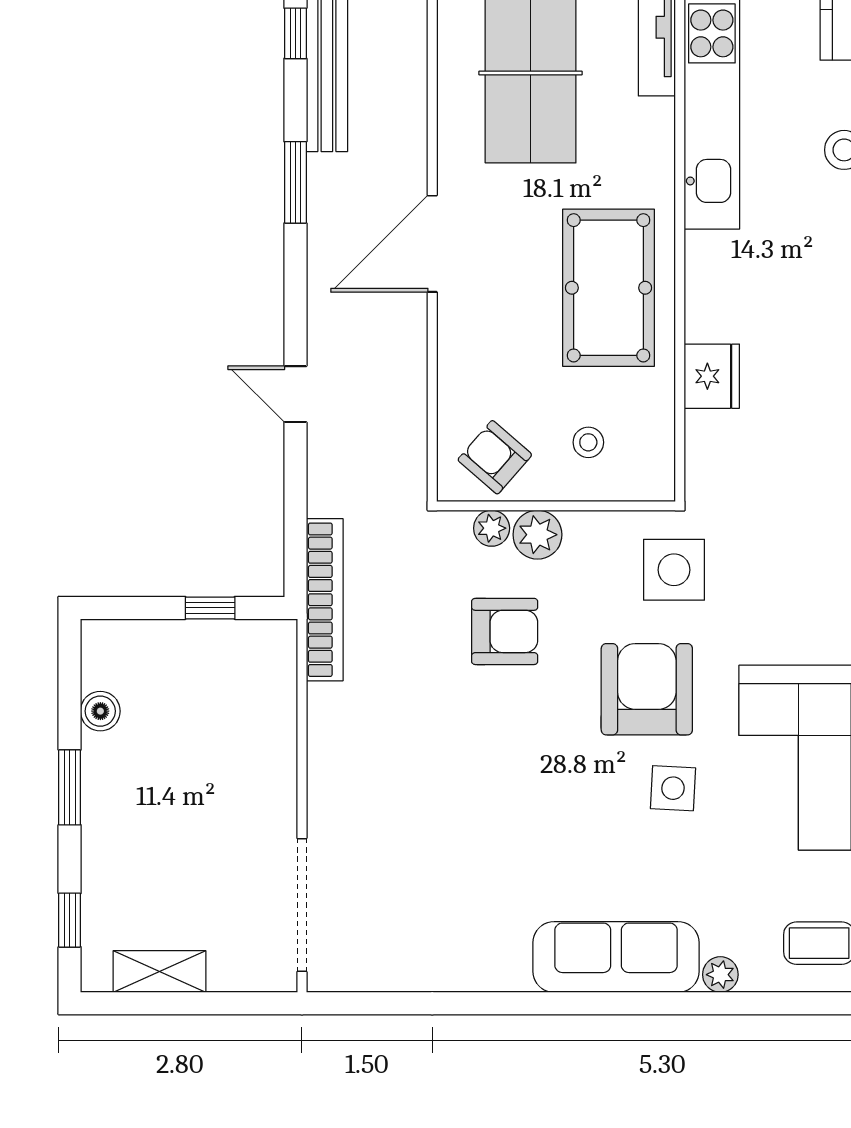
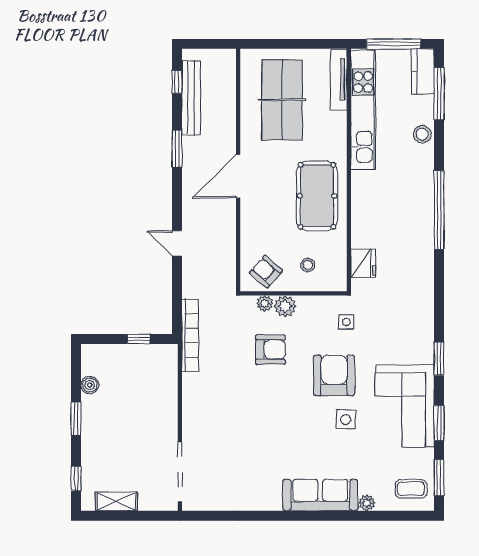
fridge: (712, 376) -> (363, 263), moved
side table: (674, 570) -> (346, 322), width x0.54, depth x0.54

